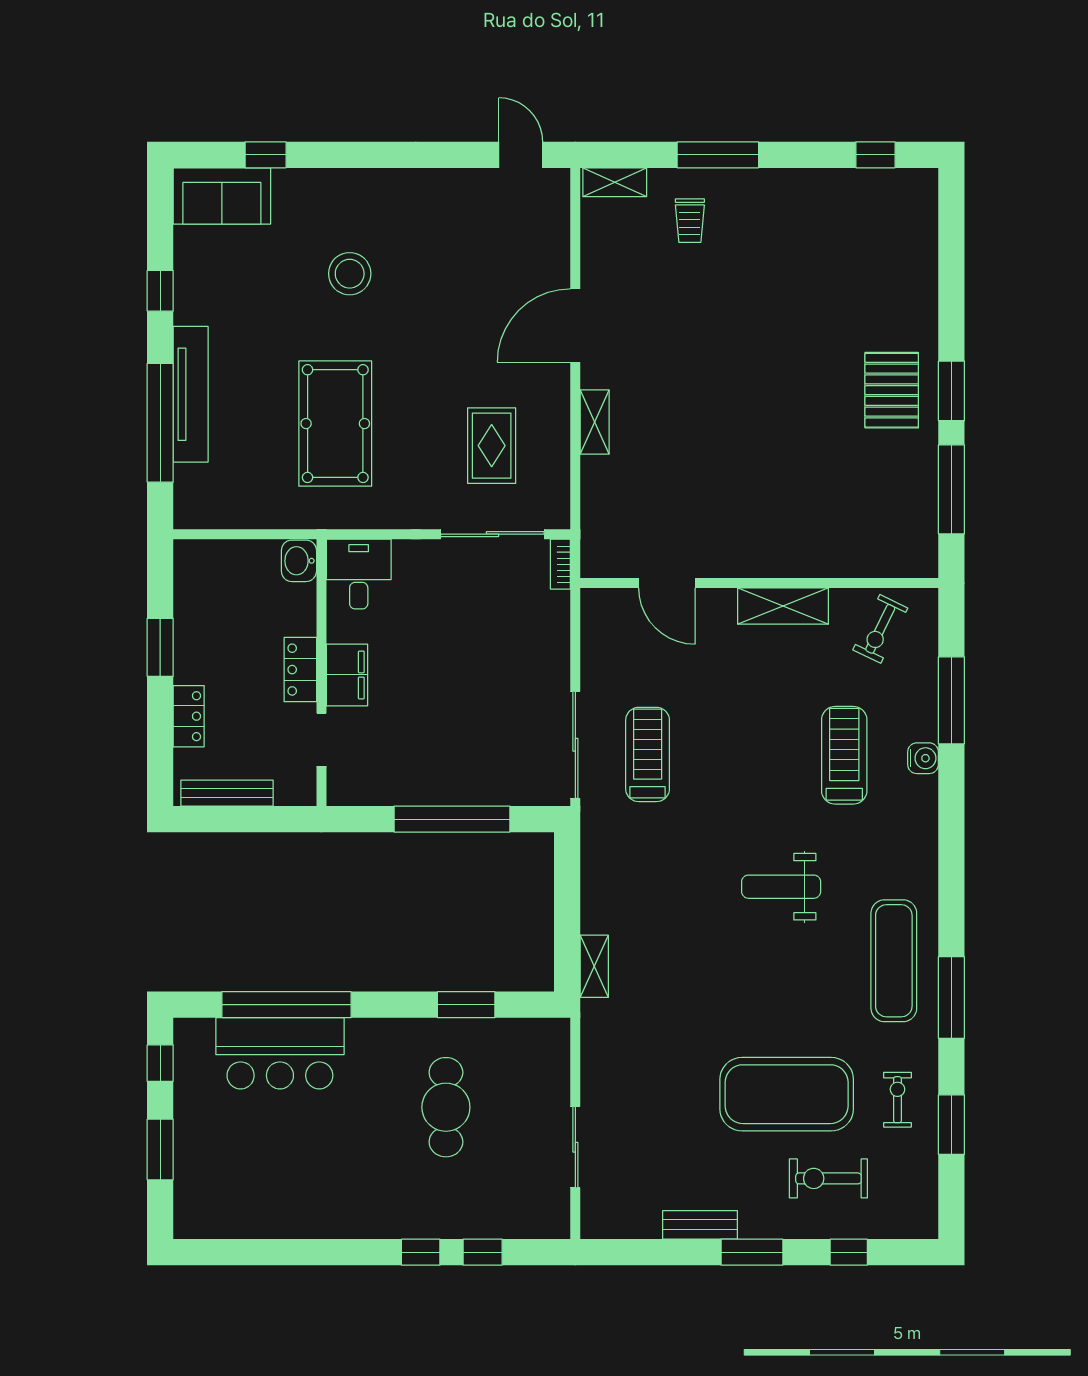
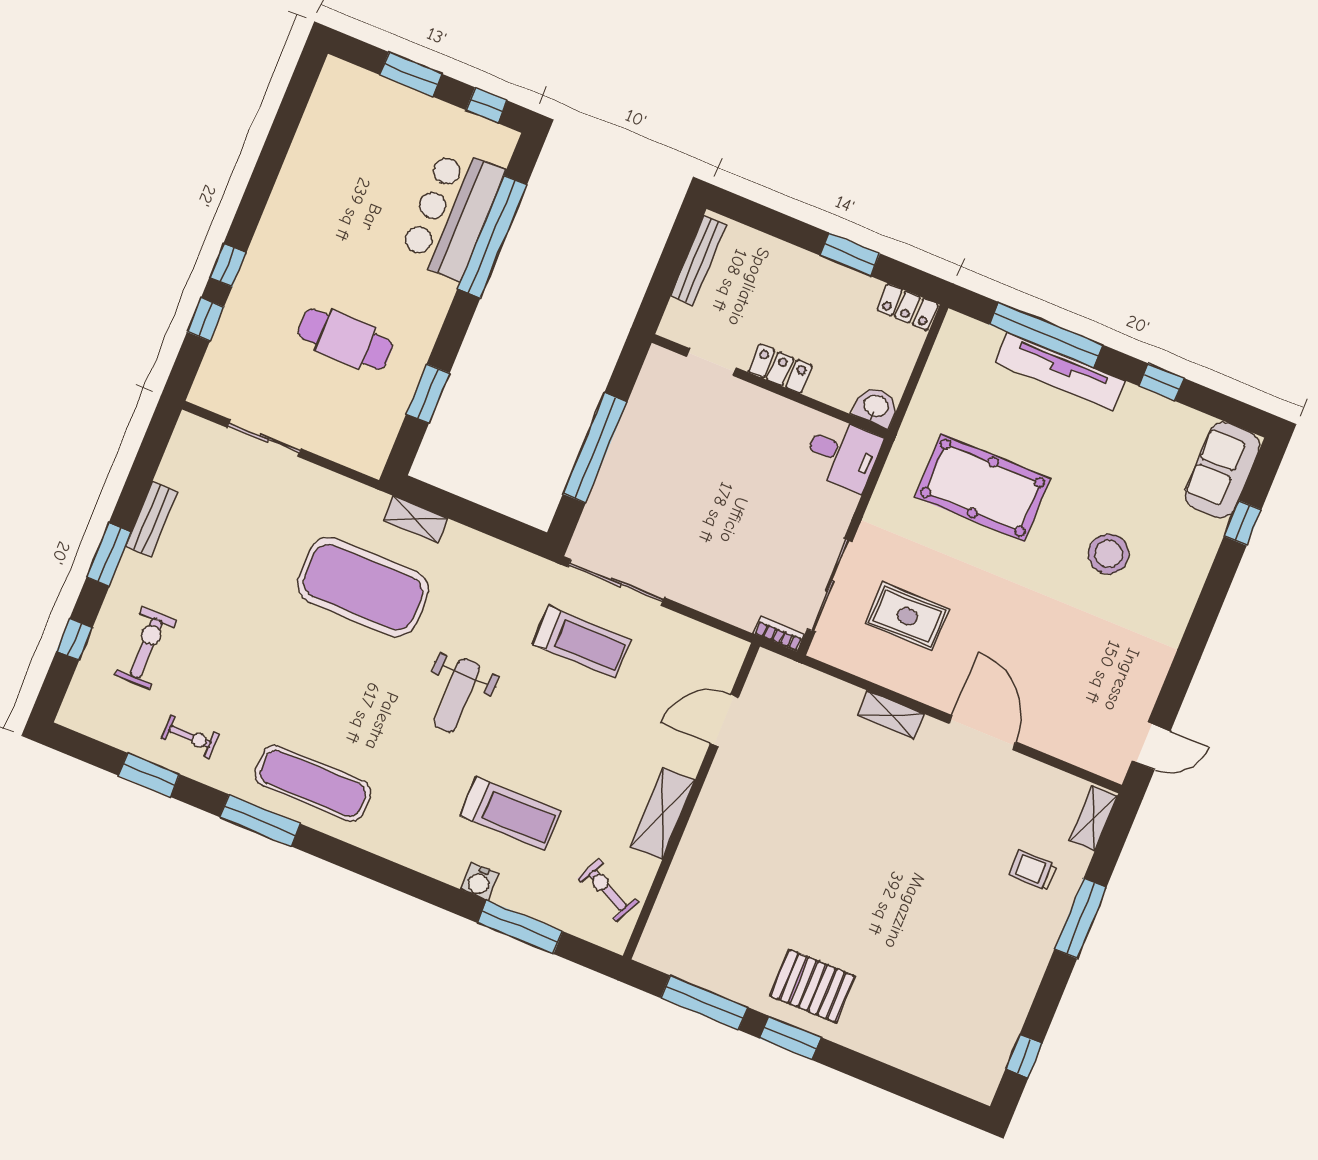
filing cabinet: (347, 675) -> (759, 408), removed
locker: (189, 716) -> (907, 307), moved
weight bench: (781, 887) -> (457, 695), moved, turned 180
exercise mat: (787, 1094) -> (363, 587), moved, turned 90

